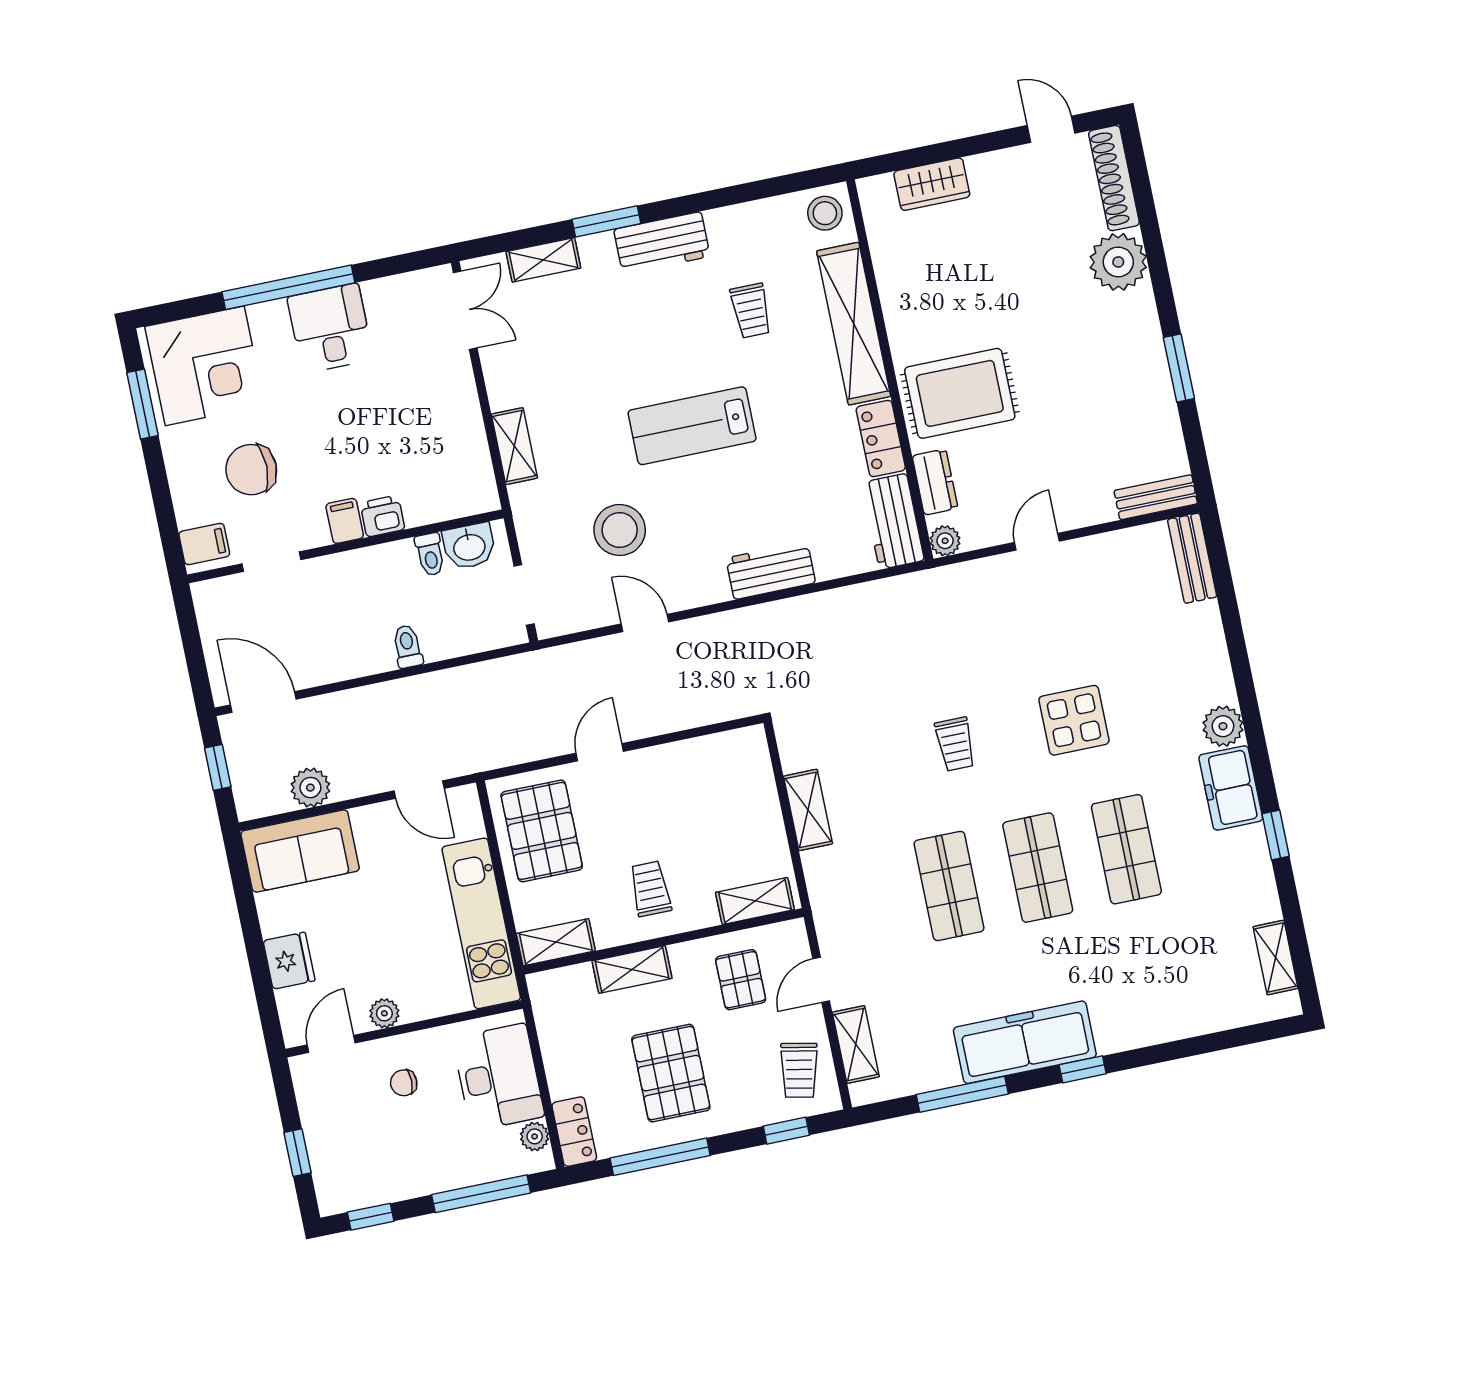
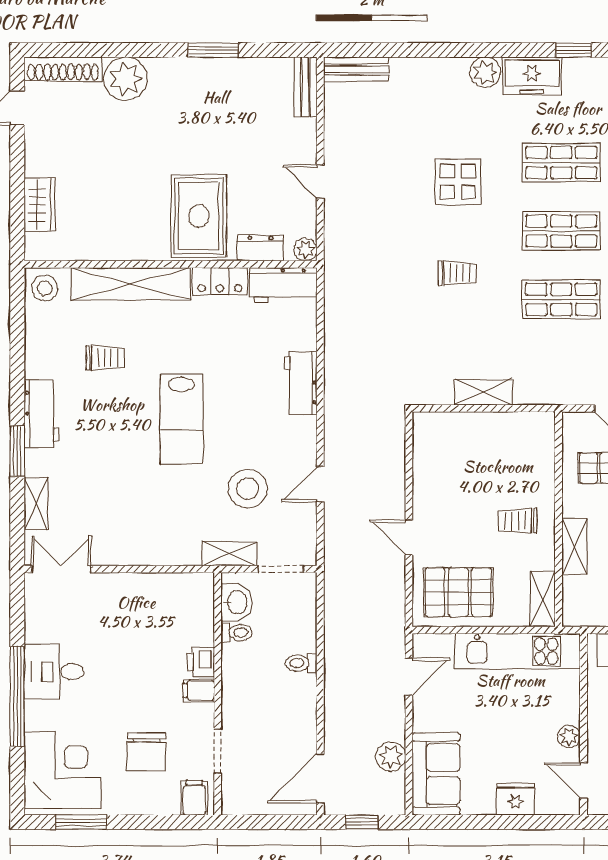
shelving: (514, 446) -> (229, 554), moved
shelving: (755, 901) -> (543, 445), removed

